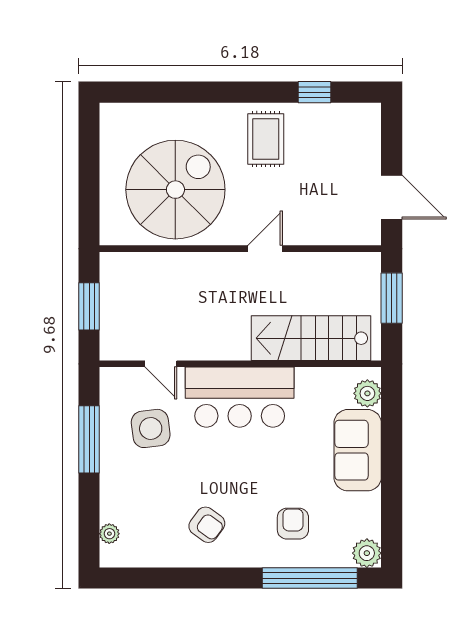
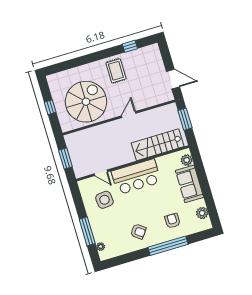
window: (89, 178) -> (50, 107), added
window: (89, 439) -> (87, 231), moved
plant: (367, 553) -> (202, 213), moved
window: (310, 578) -> (168, 246), moved

